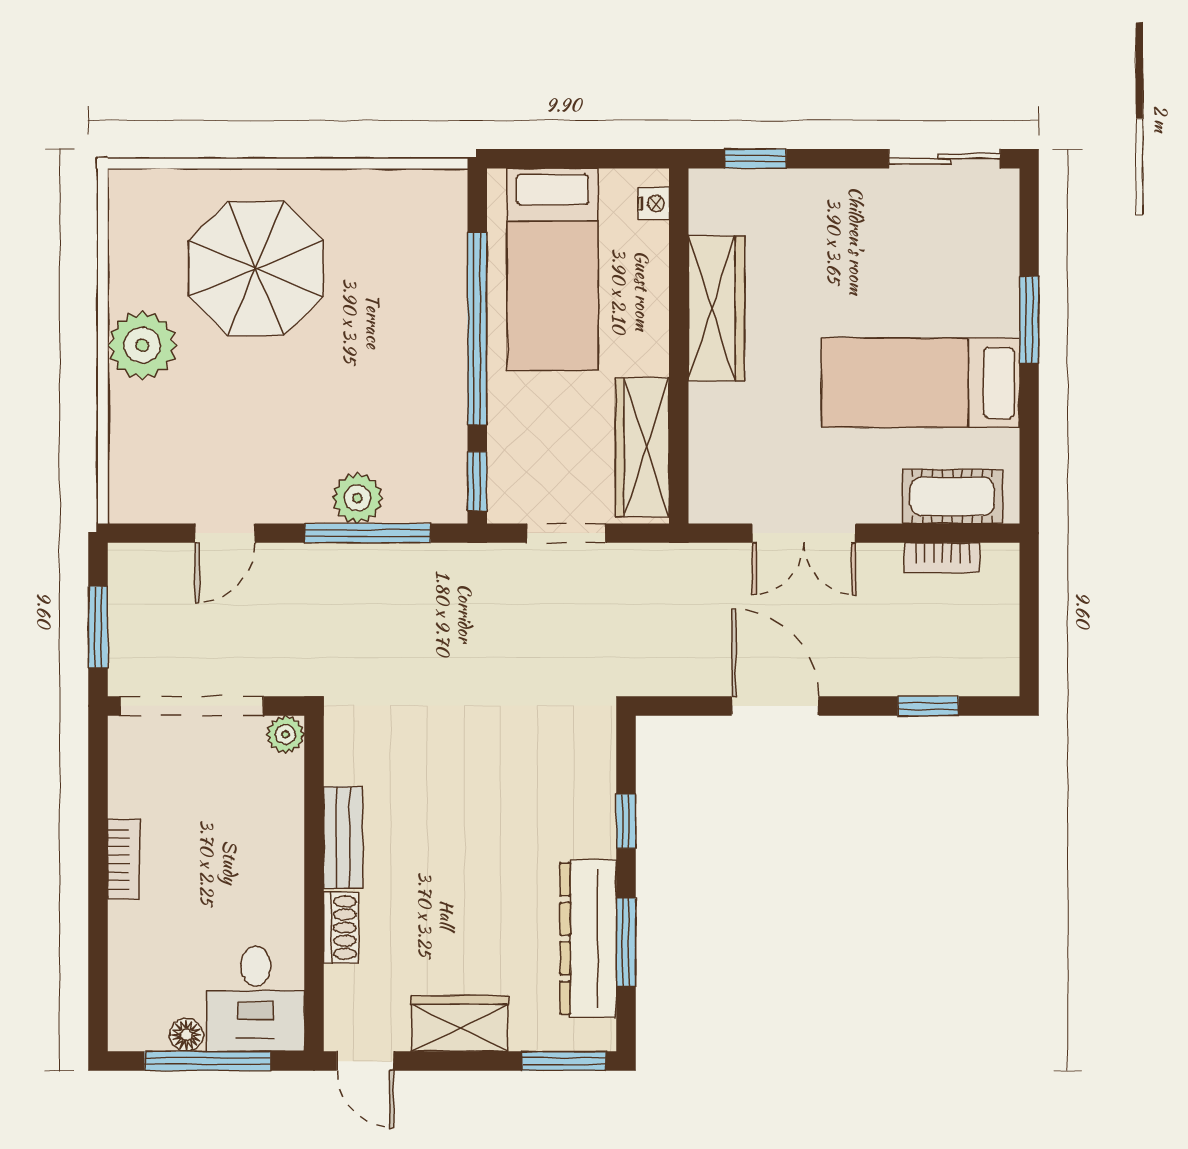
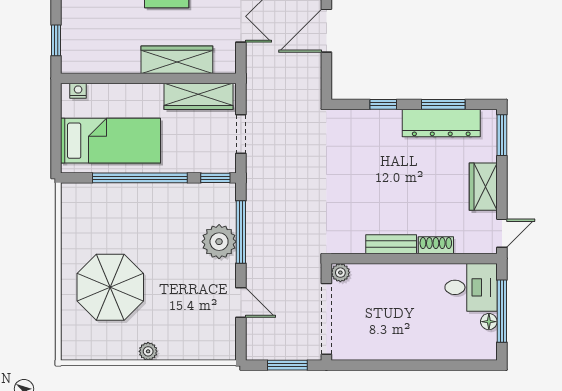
wardrobe: (716, 308) -> (177, 60), moved
plant: (142, 345) -> (148, 351), width x0.53, depth x0.53
plant: (357, 498) -> (219, 242), width x1.36, depth x1.36
bookcase: (124, 859) -> (402, 353), removed

